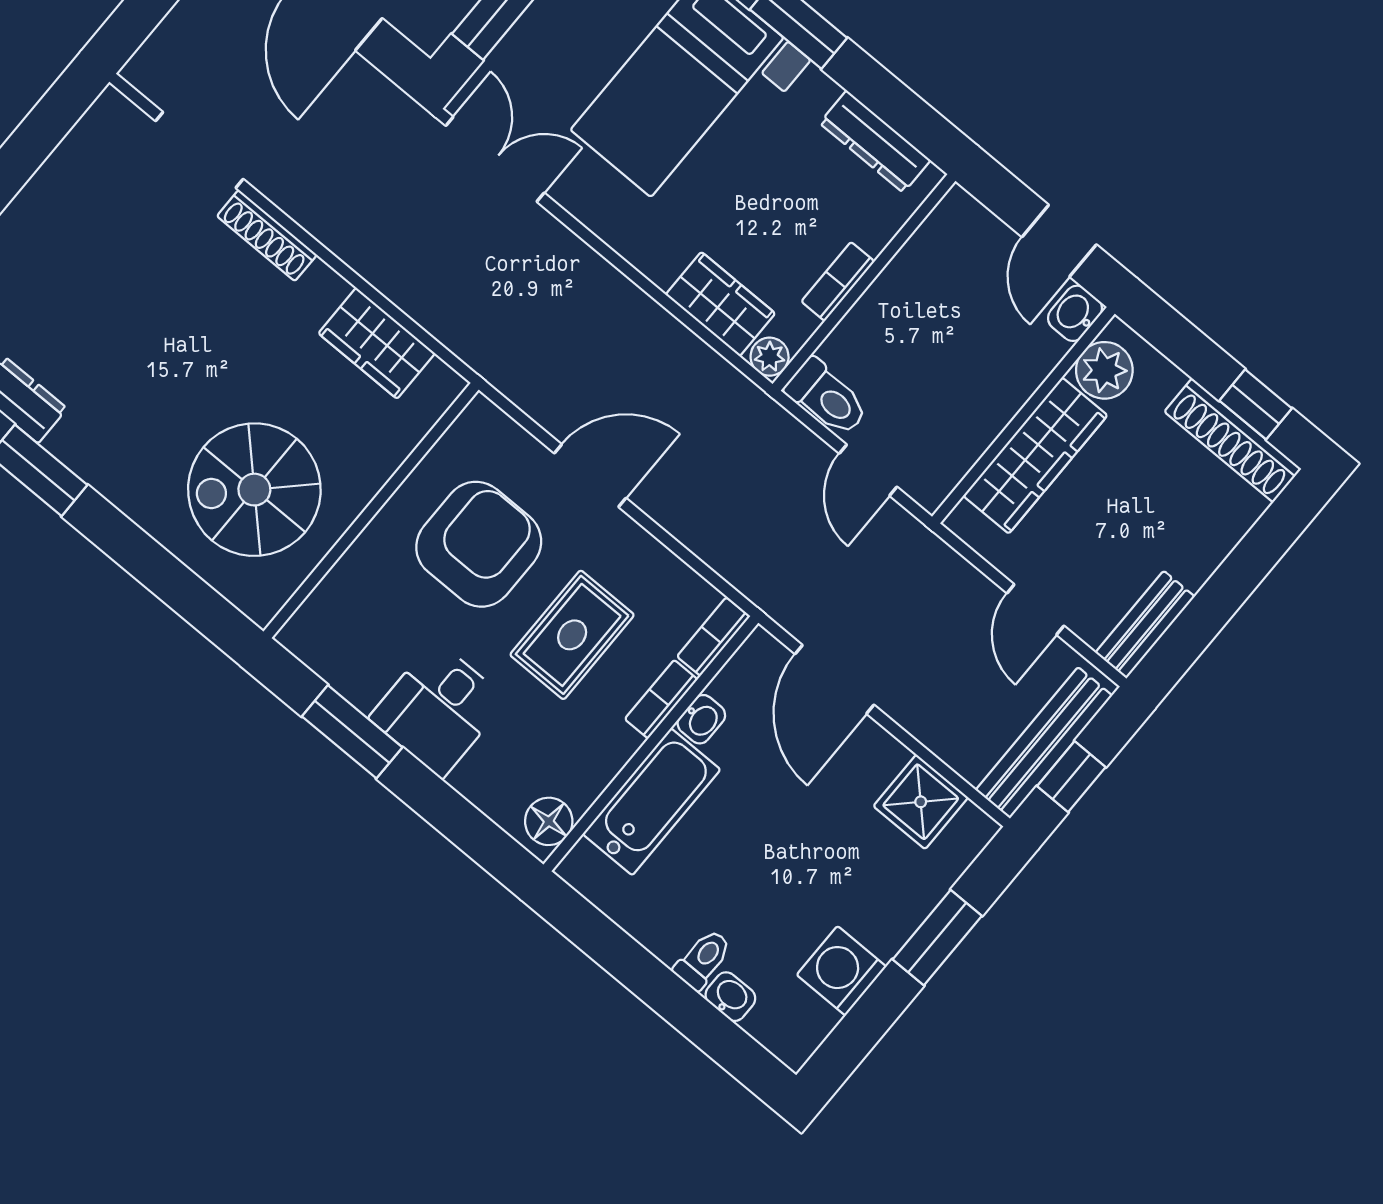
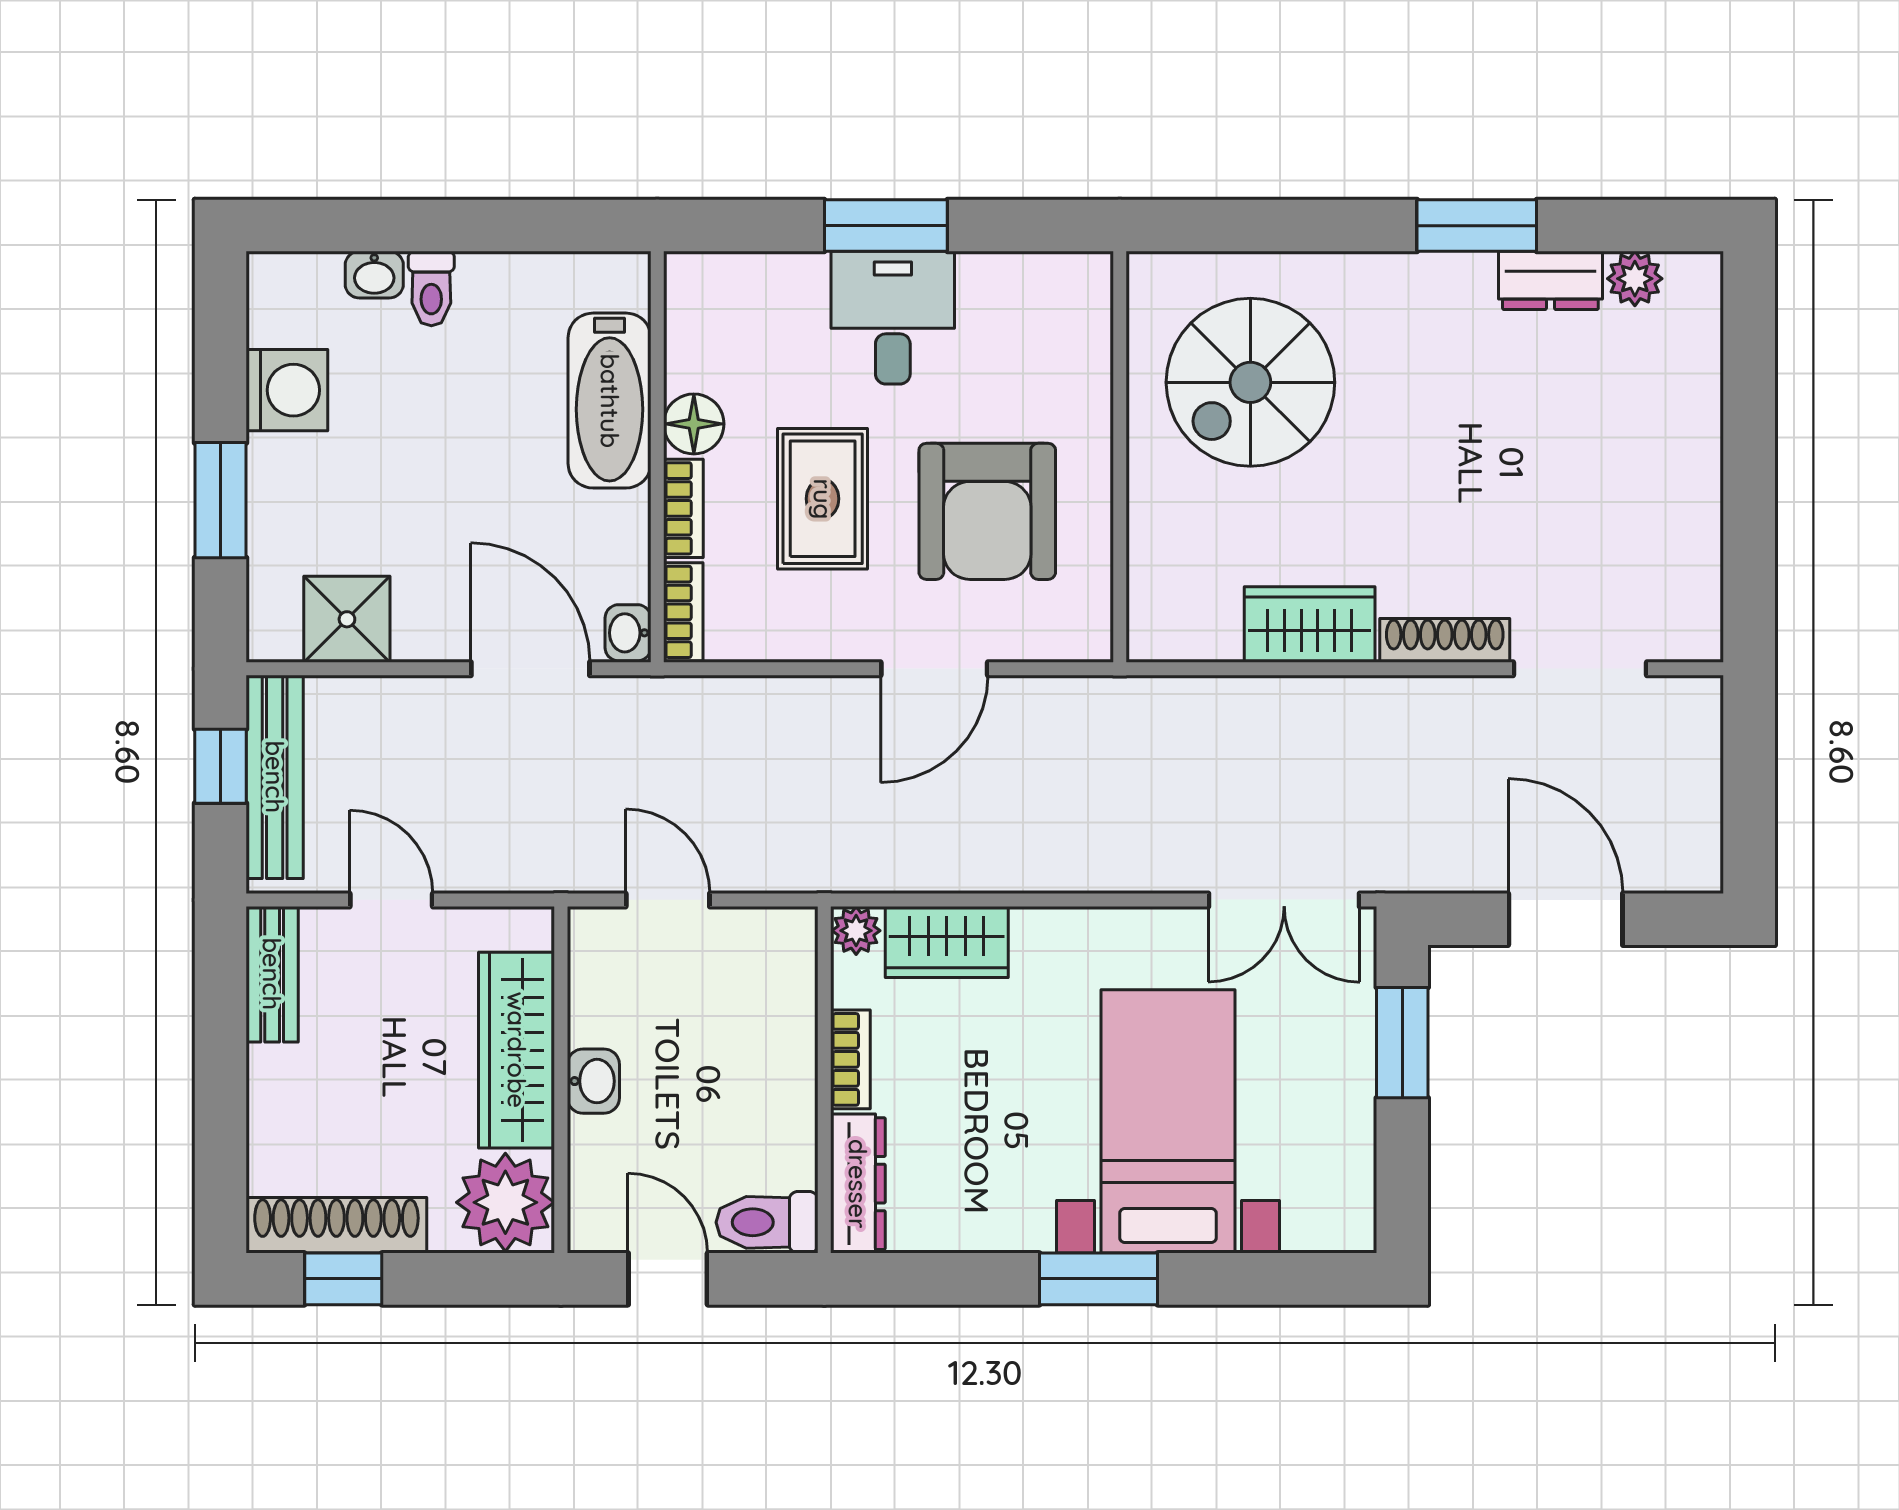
dresser: (875, 142) -> (858, 1184), moved, turned 90
washbasin: (1075, 313) -> (593, 1081), moved
wardrobe: (377, 343) -> (1310, 624), moved
plant: (1104, 370) -> (505, 1202), width x1.36, depth x1.36
toilet: (827, 398) -> (767, 1222), moved
spiral stairs: (254, 490) -> (1250, 382), turned 180
washbasin: (701, 719) -> (628, 633), moved
window: (352, 732) -> (886, 226), moved
floor lamp: (549, 821) -> (694, 424), moved

